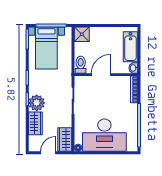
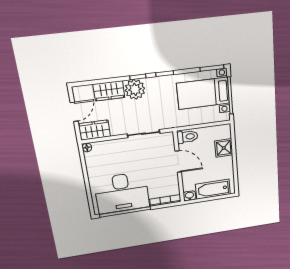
shower: (82, 34) -> (224, 148), moved
desk: (104, 135) -> (122, 193), moved, turned -90
door: (48, 153) -> (74, 112), hinge flipped

